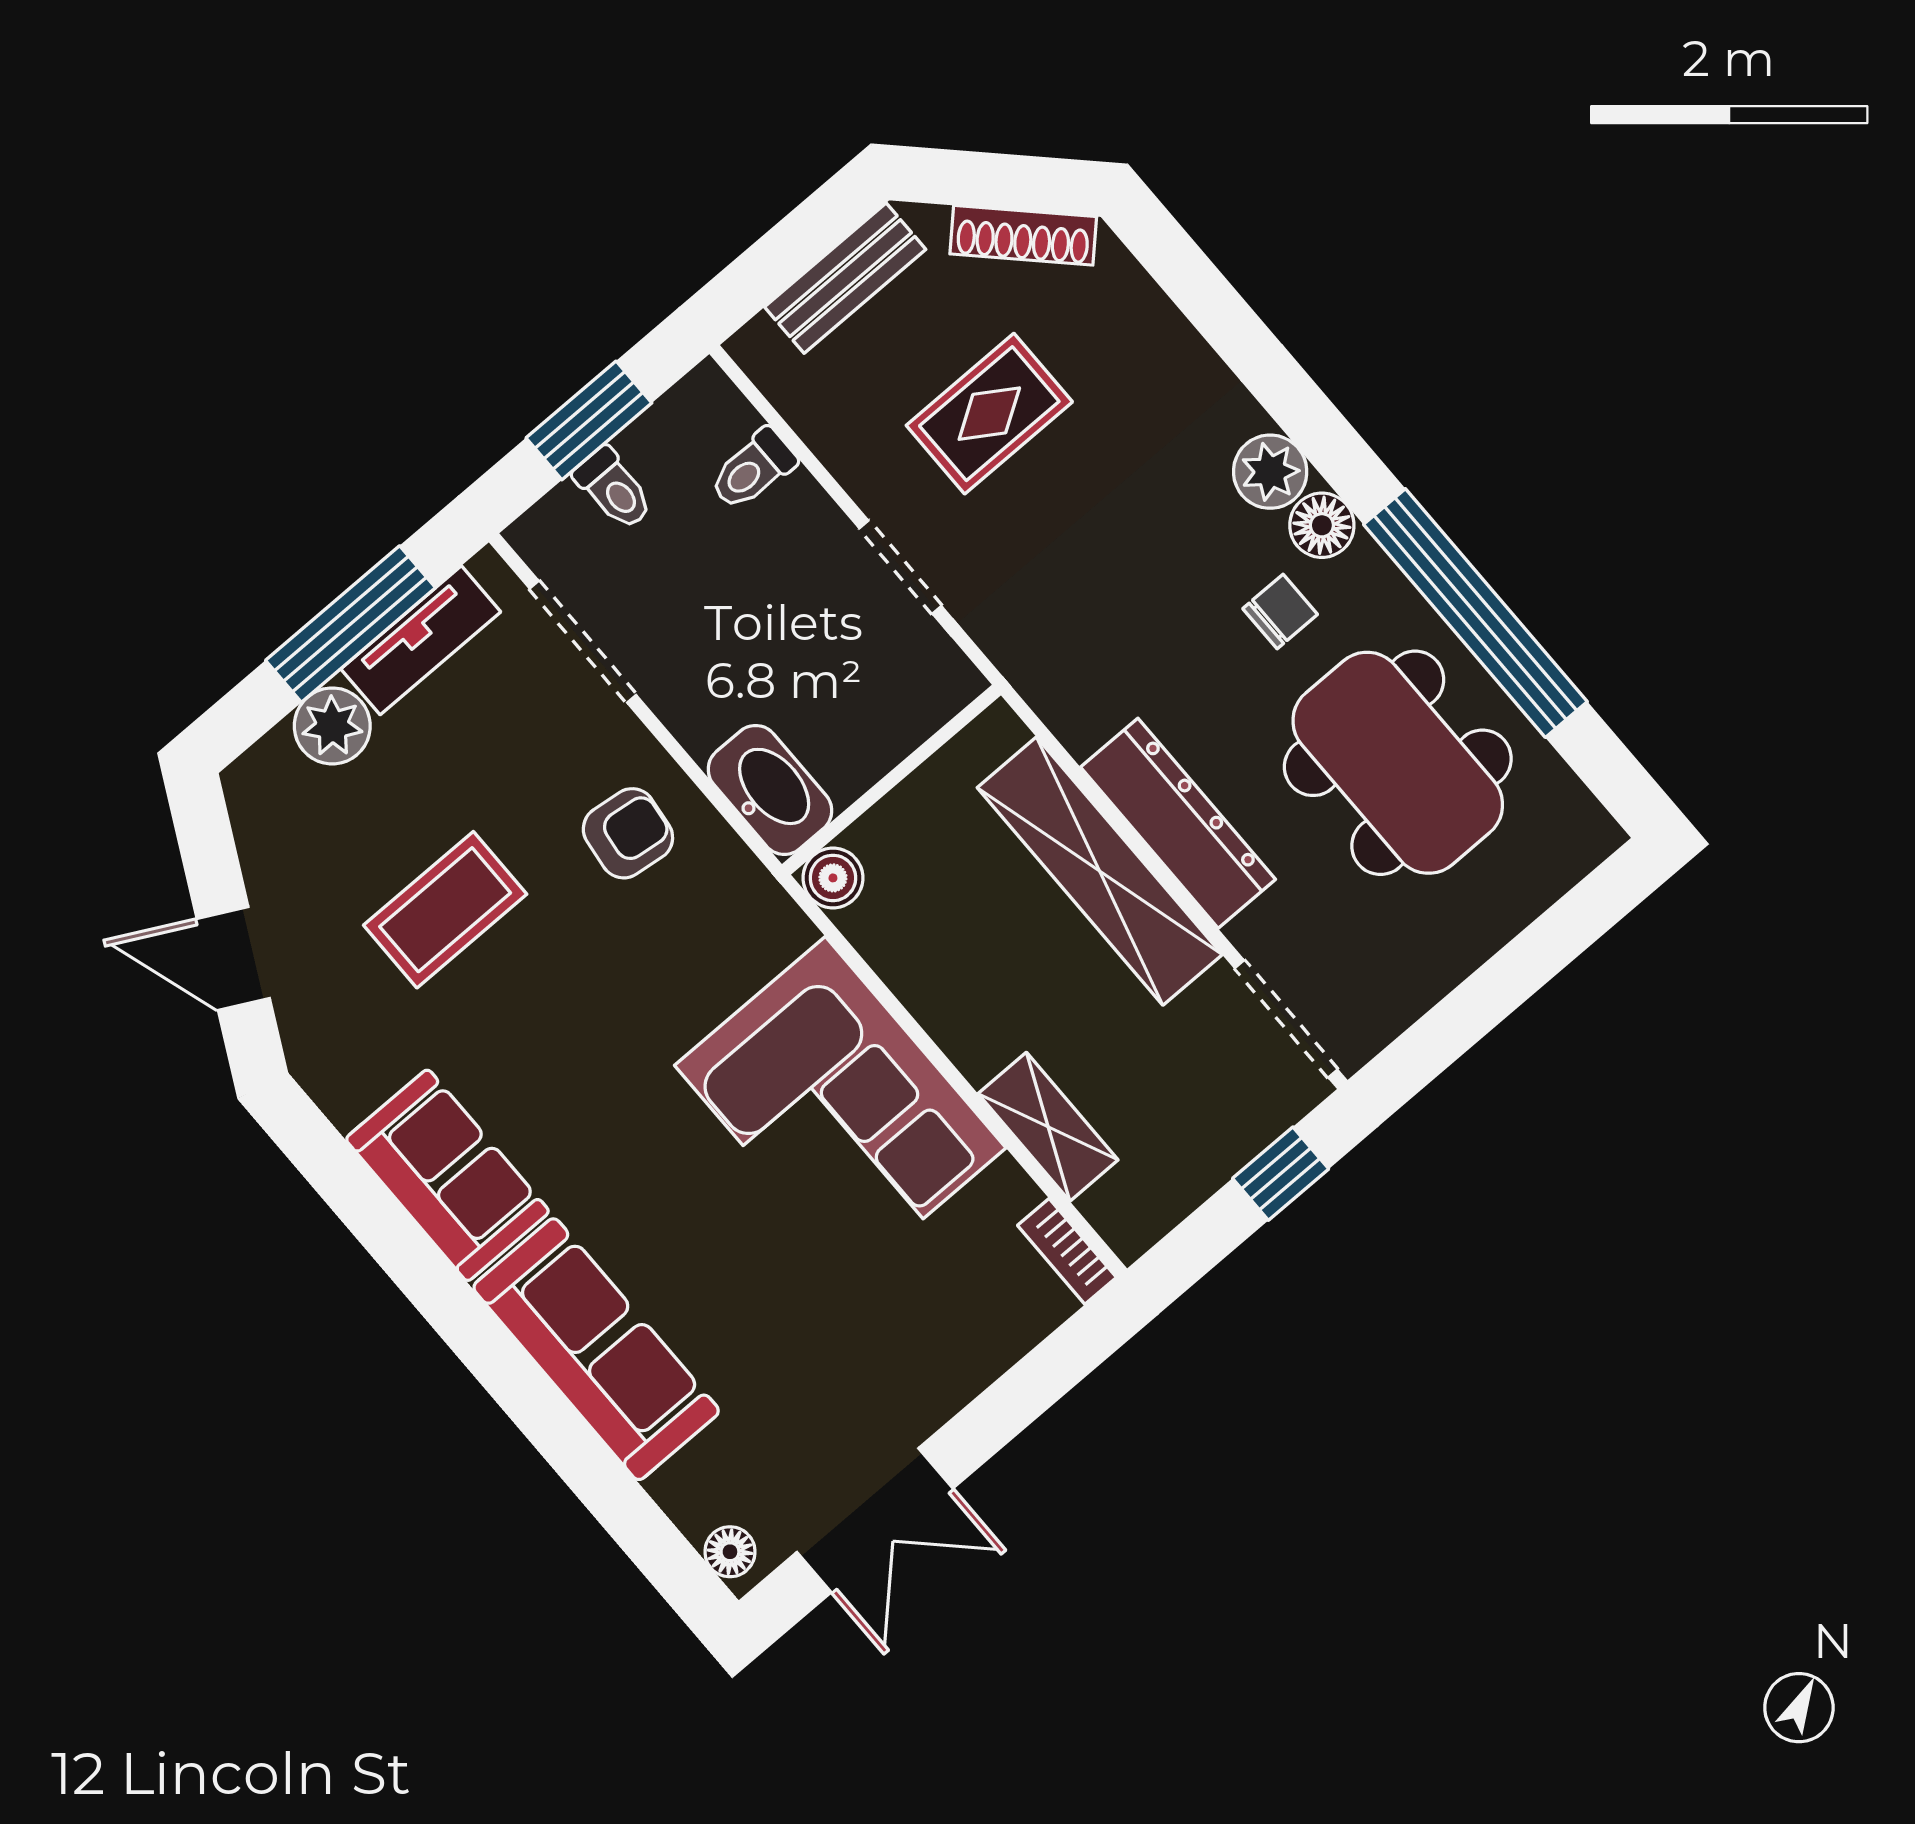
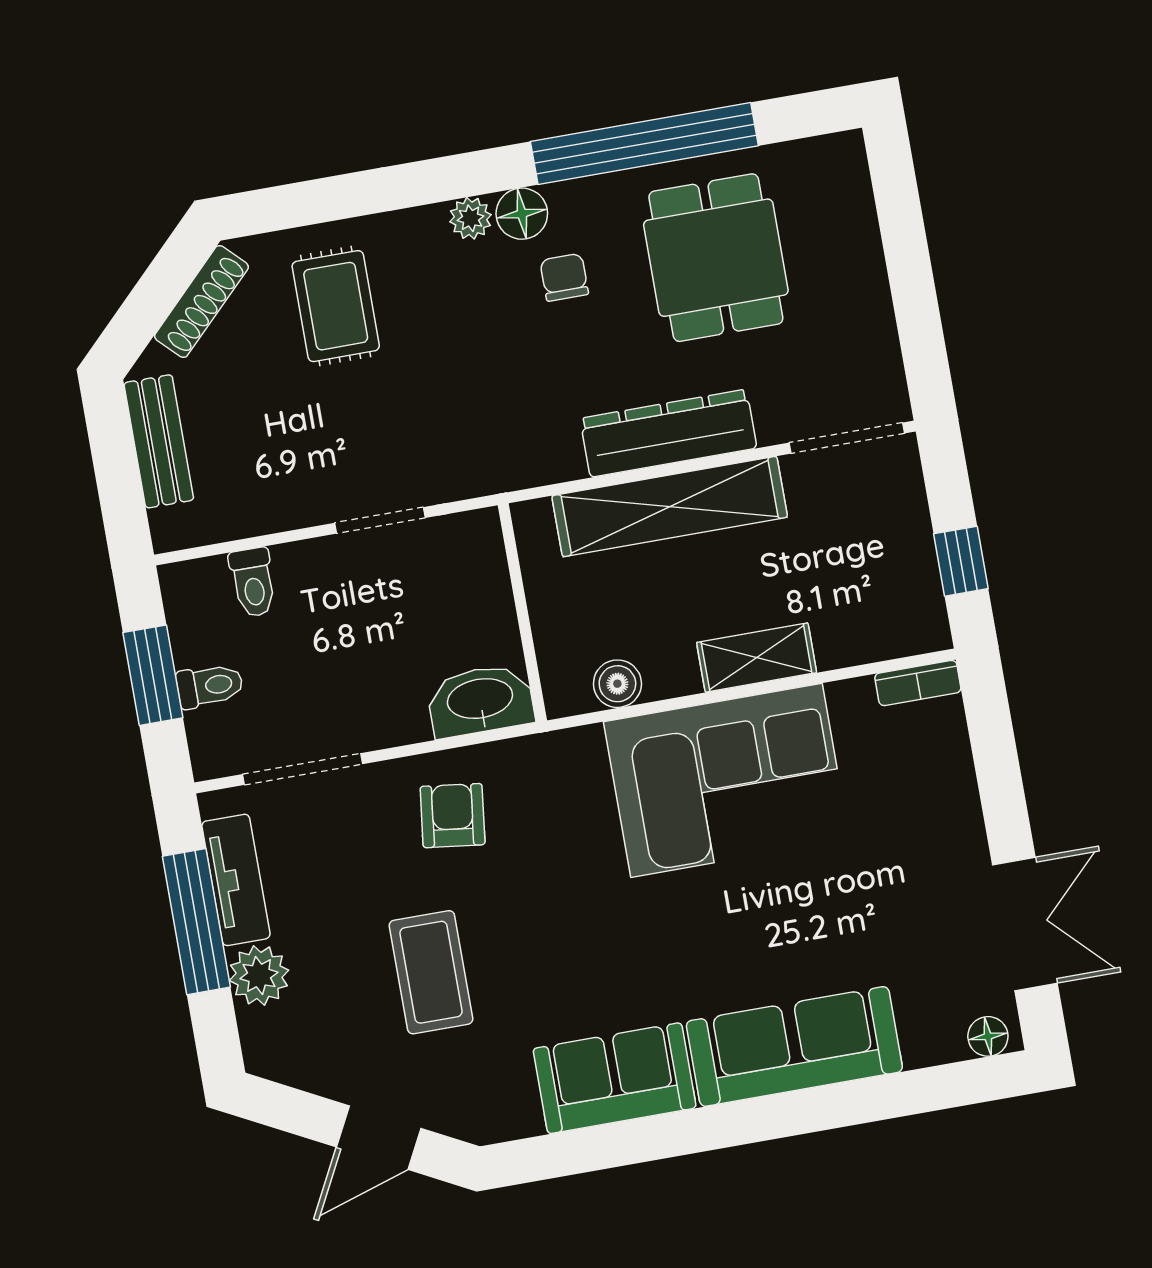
rug: (989, 414) -> (336, 306), moved
plant: (1270, 472) -> (470, 218), width x0.73, depth x0.73
dining table: (1398, 763) -> (716, 258), width x0.73
boiler: (833, 878) -> (617, 684), moved
shelving: (1048, 1127) -> (757, 658), moved
window: (1281, 1174) -> (961, 561), moved

